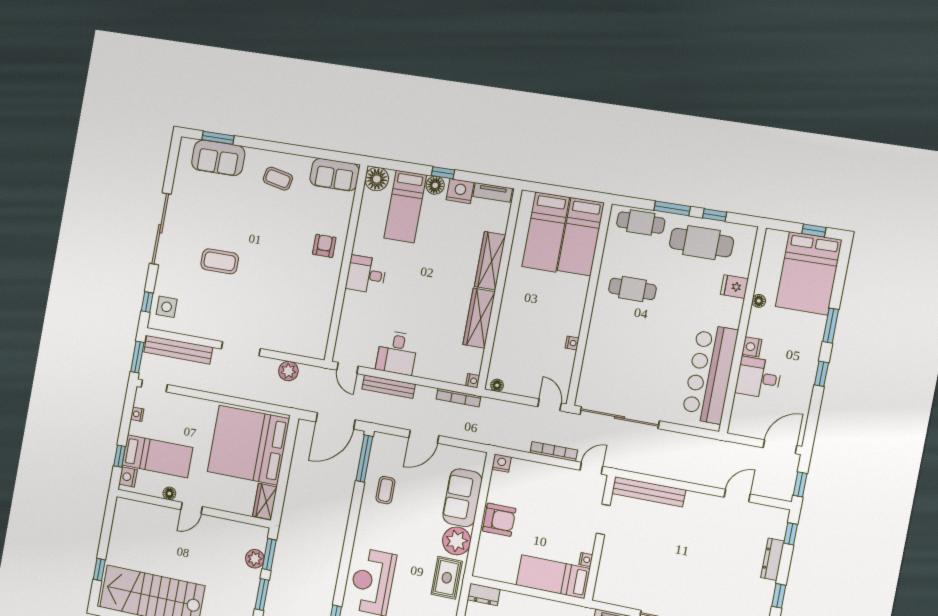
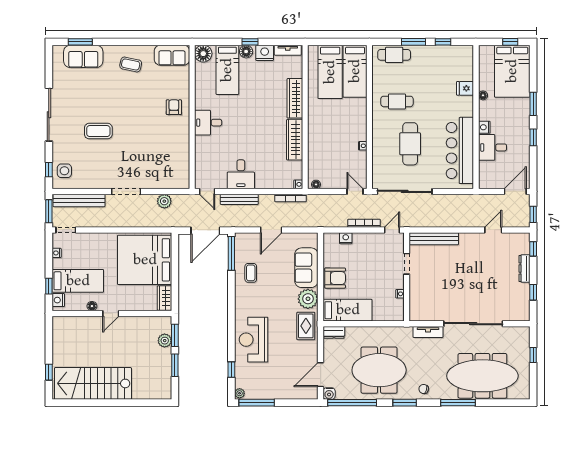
cafe table: (701, 243) -> (410, 144), moved, turned 90
nightstand: (501, 463) -> (346, 238), moved
bed: (553, 577) -> (348, 310), moved, turned 180

